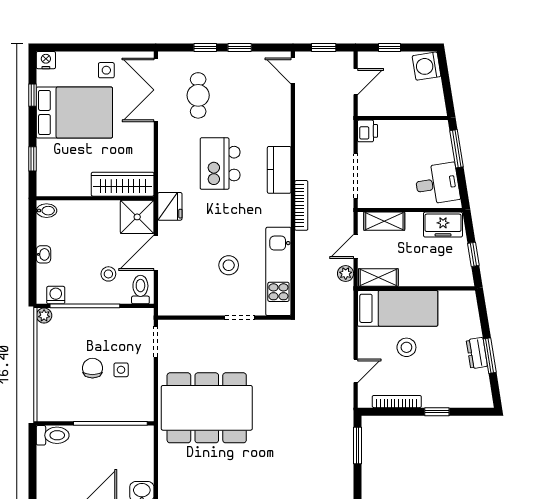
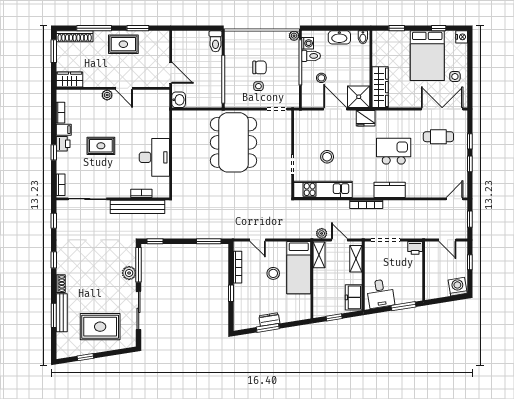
washbasin: (43, 254) -> (339, 37), width x1.91, depth x1.45
toilet: (140, 290) -> (311, 56), moved

